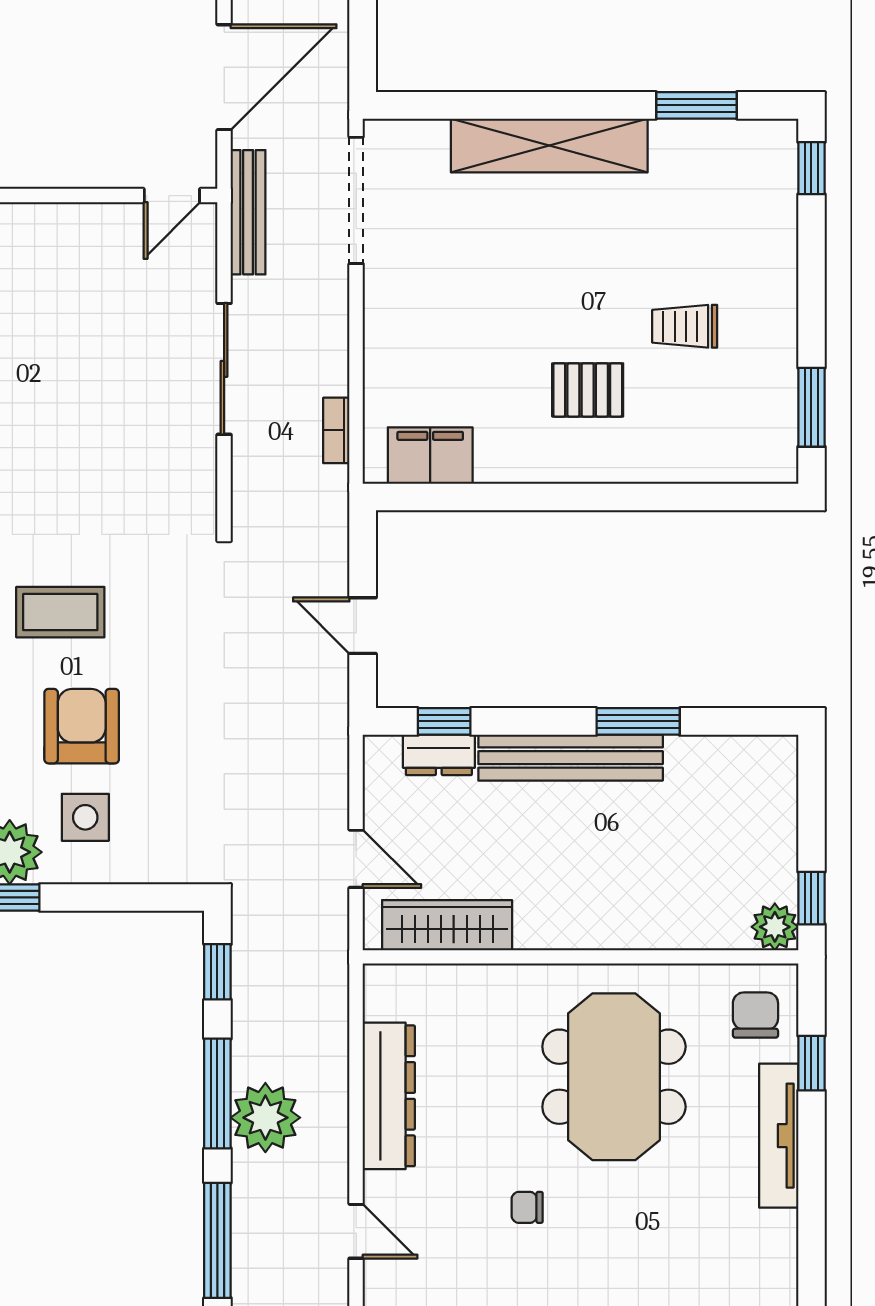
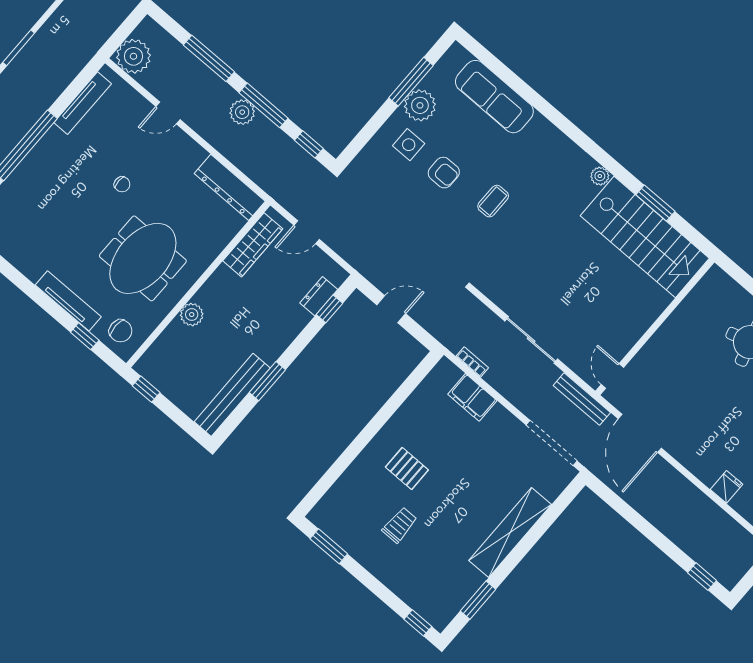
pallet: (588, 390) -> (407, 469), turned 90
filing cabinet: (430, 456) -> (472, 397), moved, turned 90
coffee table: (60, 612) -> (493, 201), width x0.73, depth x0.77
armchair: (82, 726) -> (444, 173), width x0.72, depth x0.72
bench: (571, 758) -> (232, 395), moved
plant: (775, 927) -> (192, 315), moved
meeting table: (614, 1077) -> (143, 258), turned 90
dresser: (389, 1096) -> (230, 187), moved
plant: (265, 1118) -> (242, 112), width x0.73, depth x0.73
chair: (527, 1207) -> (122, 184), turned 90

